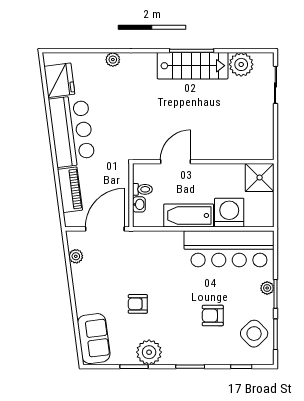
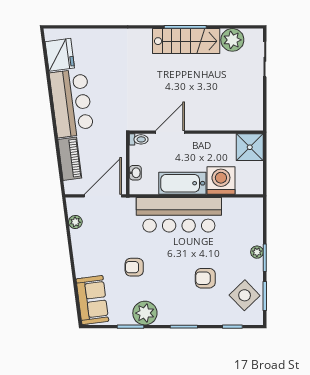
plant: (113, 60) -> (111, 35), removed
toilet: (142, 189) -> (139, 139), moved
bar counter: (229, 249) -> (179, 215), moved

